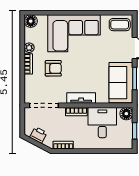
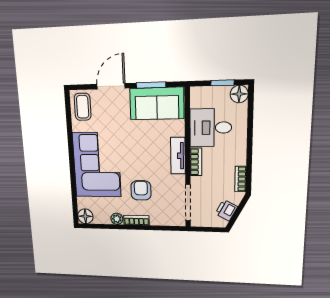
floor lamp: (126, 114) -> (239, 94), moved

